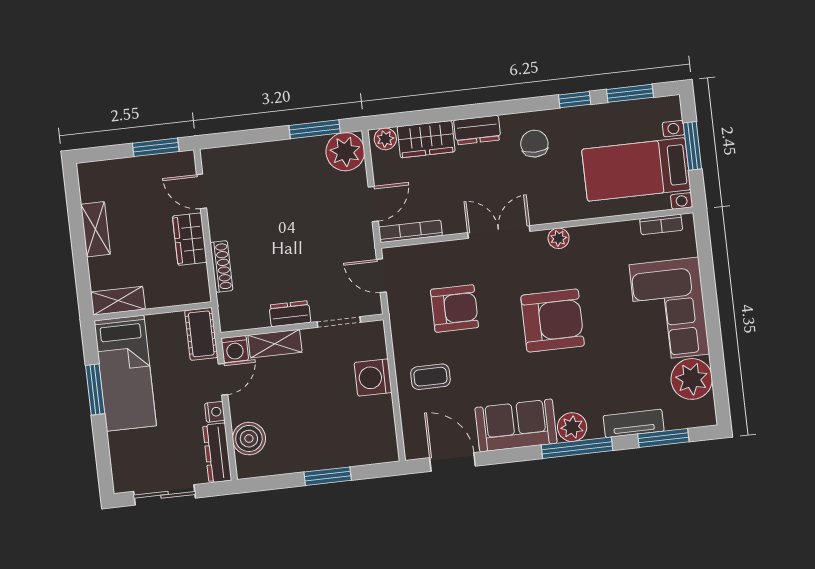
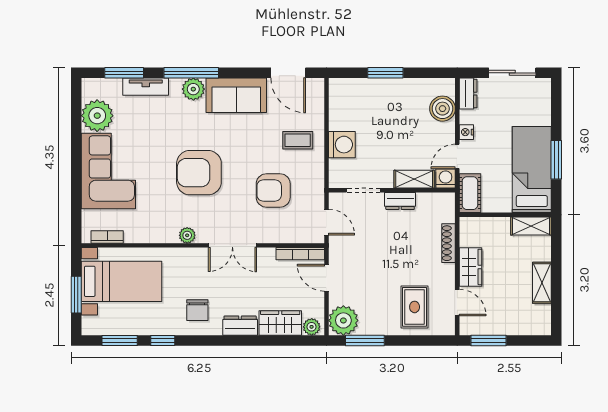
rug: (256, 179) -> (415, 307), added
door: (373, 204) -> (326, 278), hinge flipped
dresser: (217, 453) -> (468, 94), width x0.70

